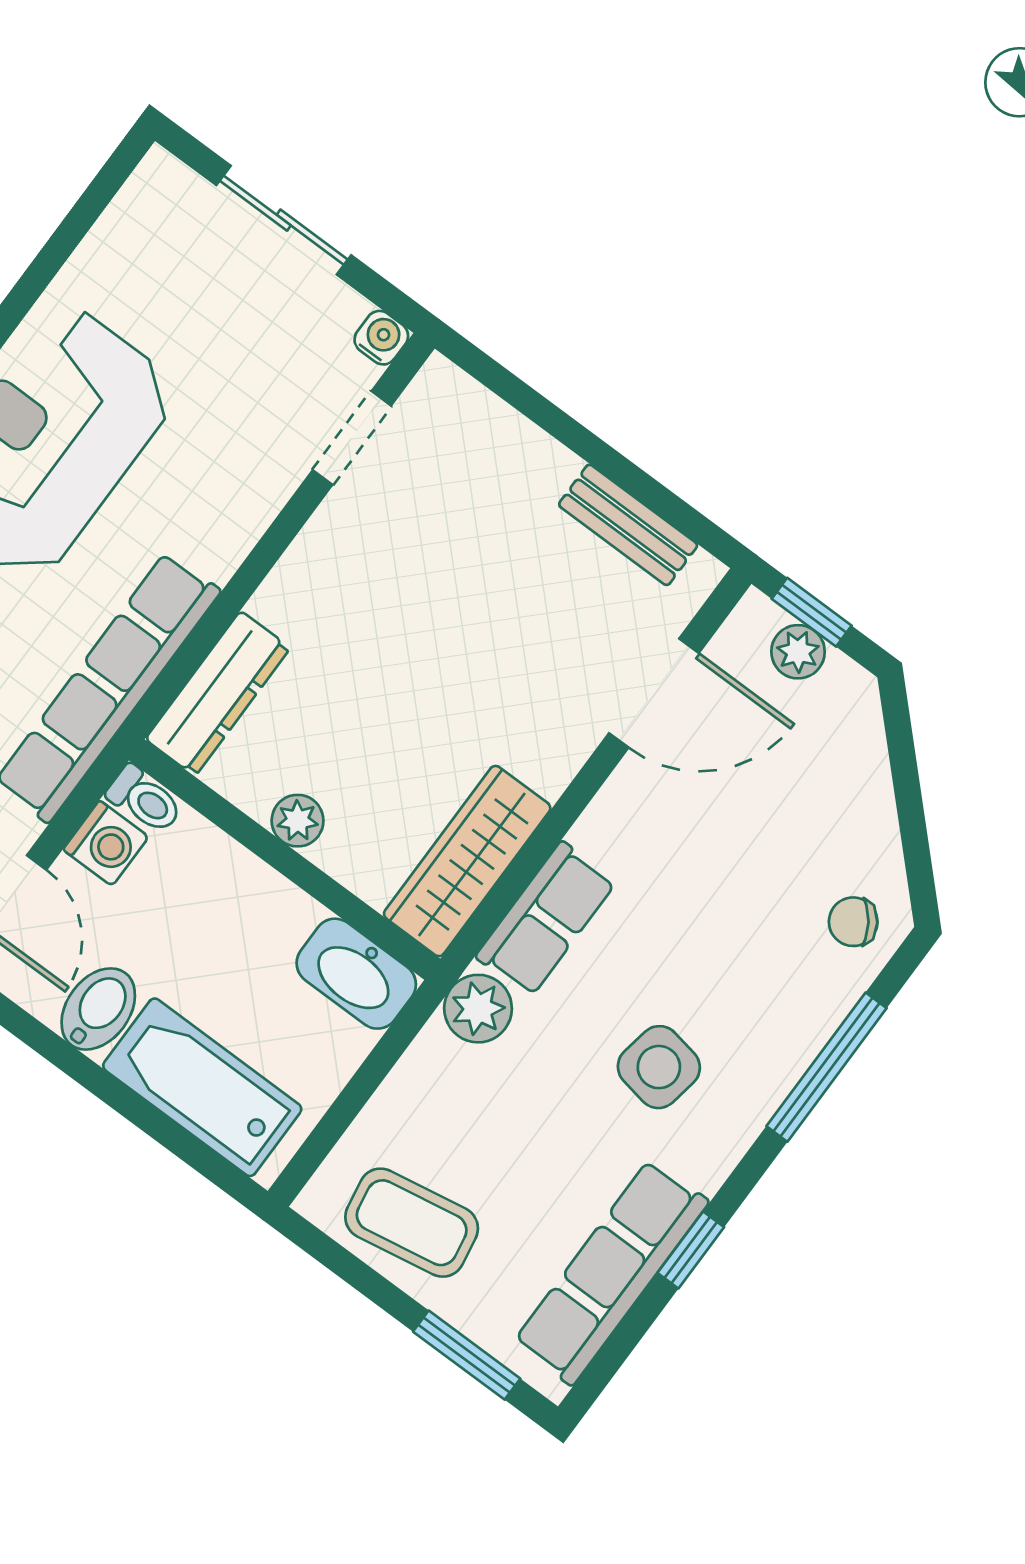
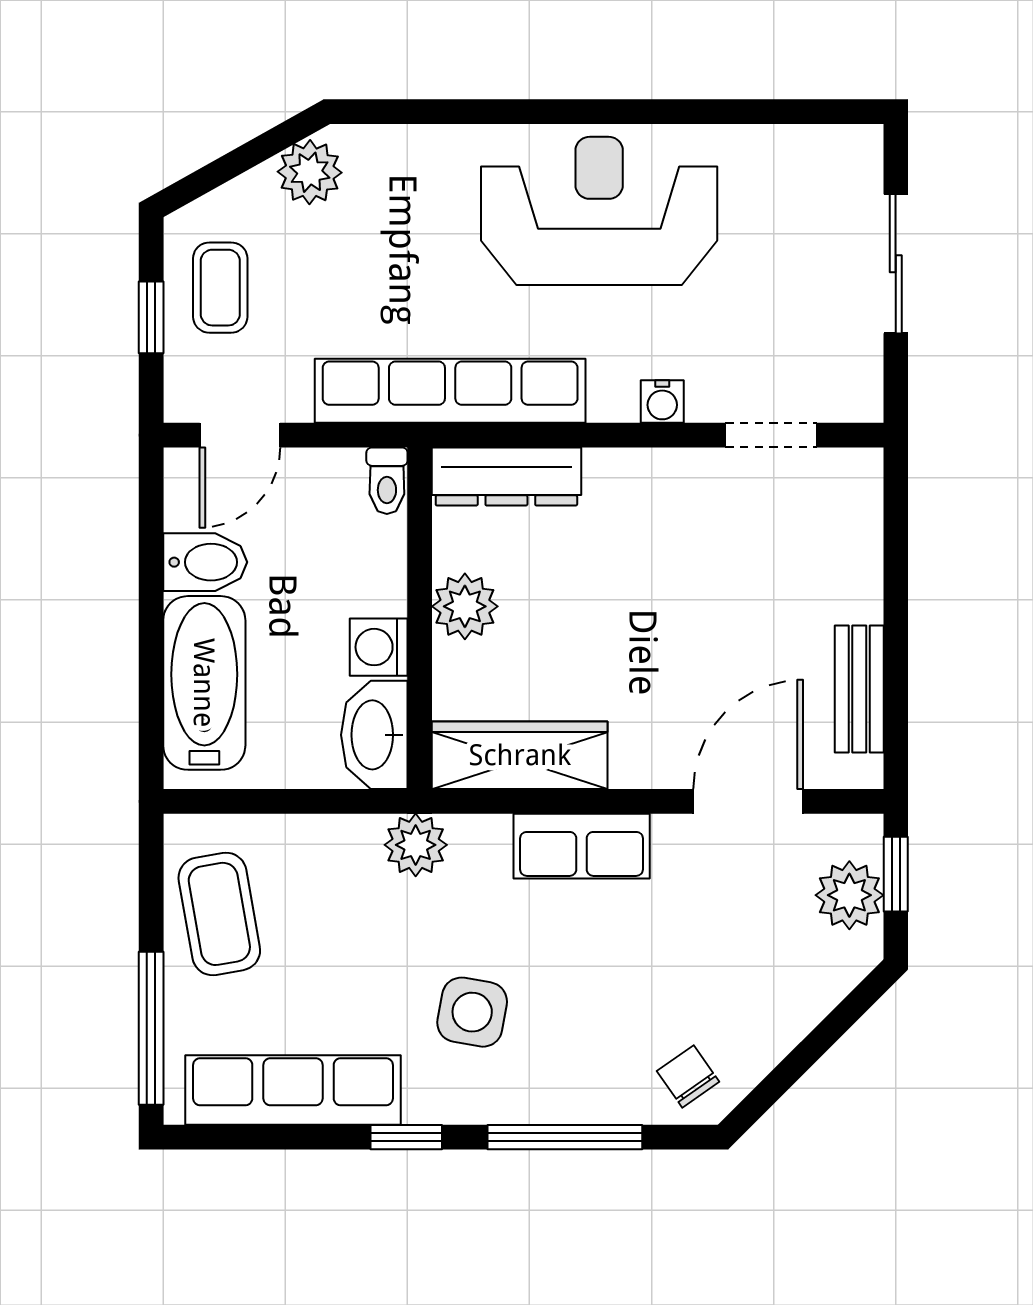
water cooler: (381, 338) -> (662, 402), moved, turned 90
plant: (798, 652) -> (849, 895), width x1.38, depth x1.38
door: (654, 693) -> (748, 801), swing flipped
plant: (298, 821) -> (465, 606), width x1.38, depth x1.38
washing machine: (106, 843) -> (379, 647), moved, turned 90
row of seats: (546, 919) -> (582, 846), moved
window: (691, 1250) -> (406, 1137), moved
window: (467, 1355) -> (151, 1028), width x1.44

